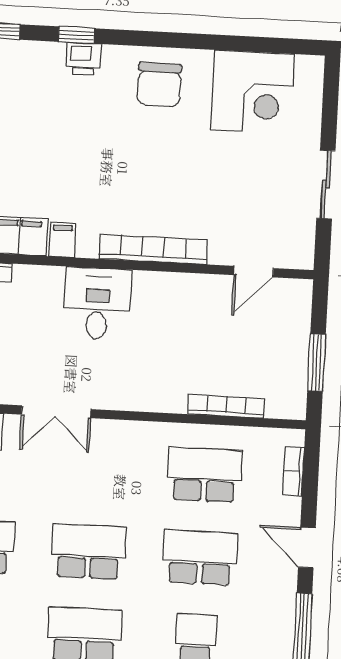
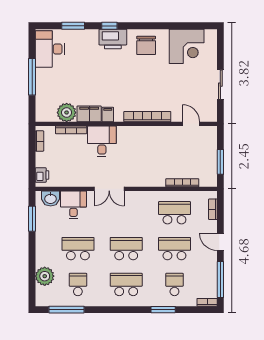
printer: (83, 59) -> (113, 39), width x1.87, depth x1.48
door: (254, 272) -> (191, 124), swing flipped
desk: (97, 304) -> (102, 141), moved

